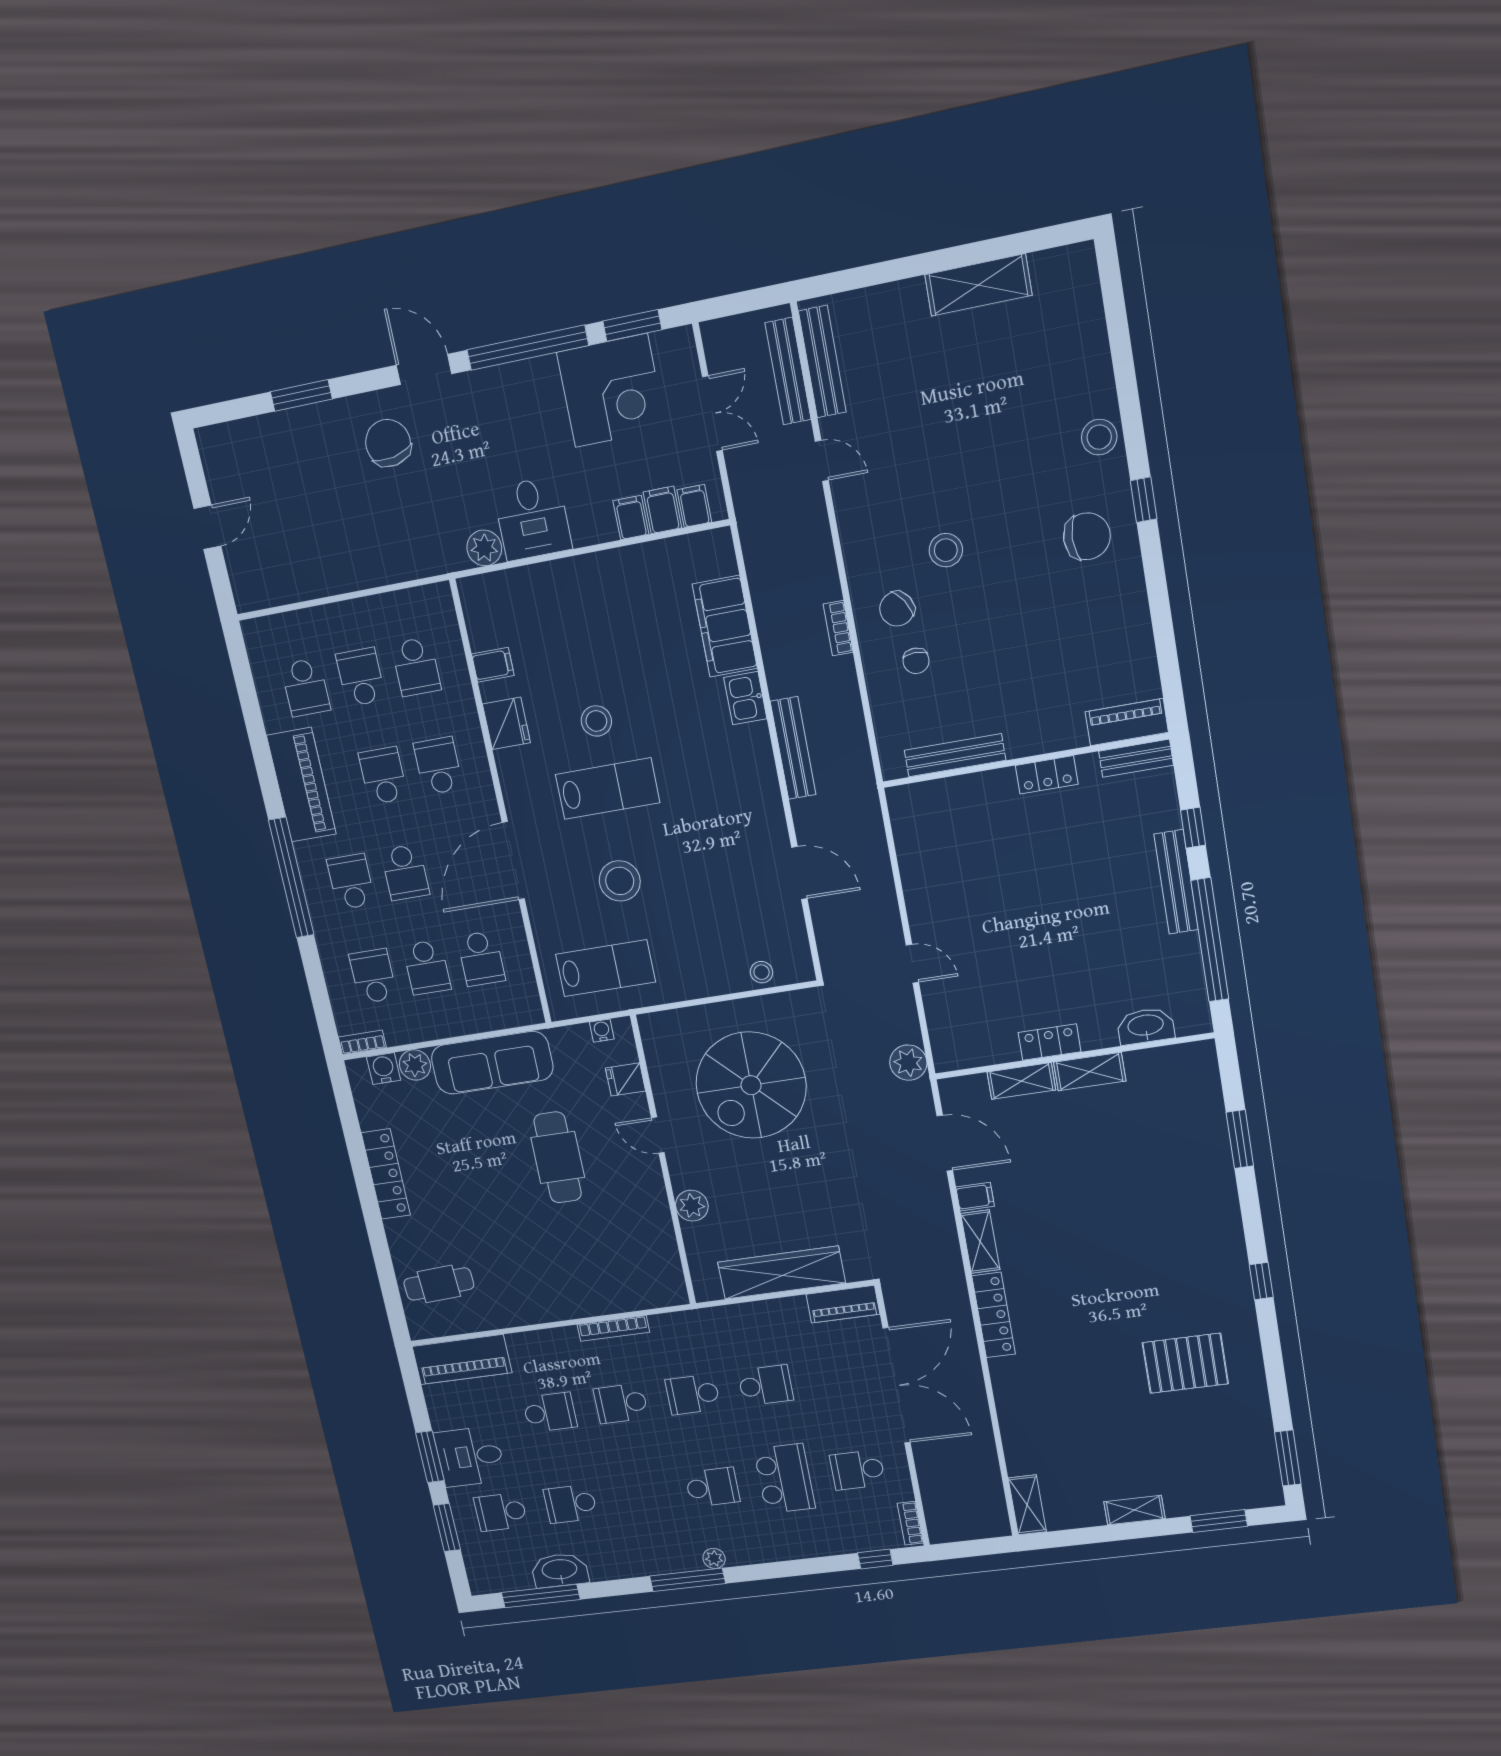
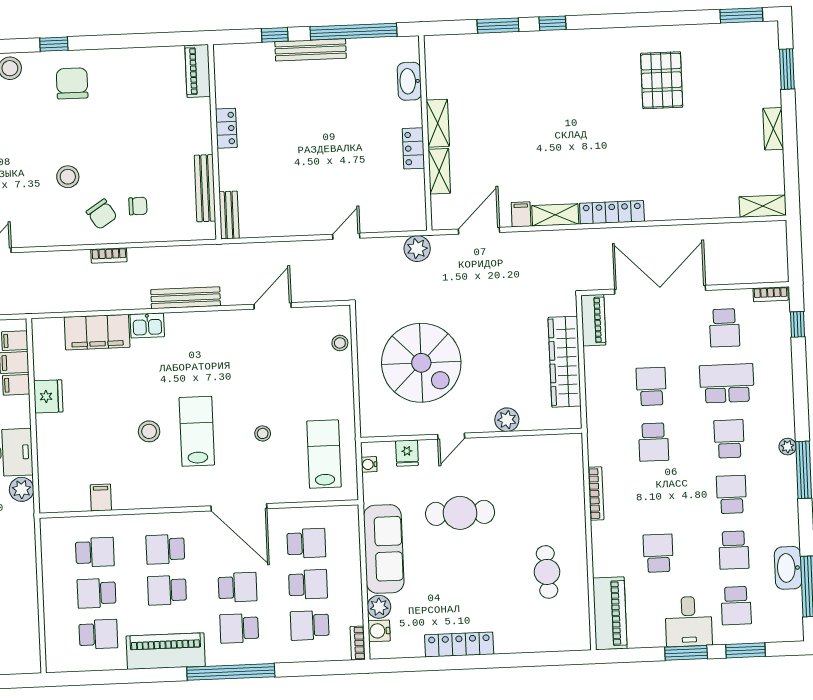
fridge: (506, 723) -> (48, 396), moved, turned 90
bench: (1136, 758) -> (229, 215), moved
stool: (620, 881) -> (263, 433), width x0.53, depth x0.53
window: (1261, 1281) -> (553, 23), moved
cafe table: (439, 1284) -> (547, 572), moved
school desk: (621, 1403) -> (731, 494), moved, turned 180

